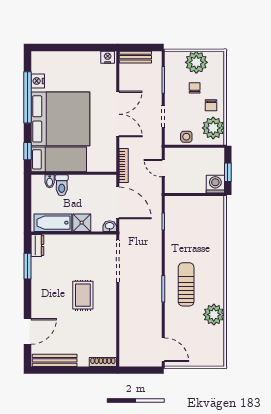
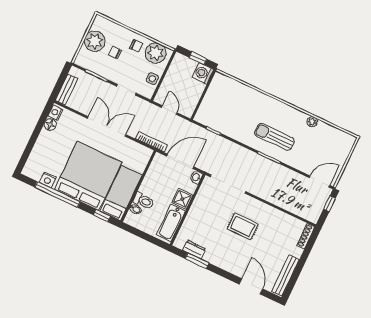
floor lamp: (93, 57) -> (50, 124), added
door: (163, 168) -> (169, 110), swing flipped
dresser: (37, 245) -> (194, 250), moved
plant: (214, 315) -> (312, 122), width x0.53, depth x0.53
window: (146, 370) -> (330, 204), added

